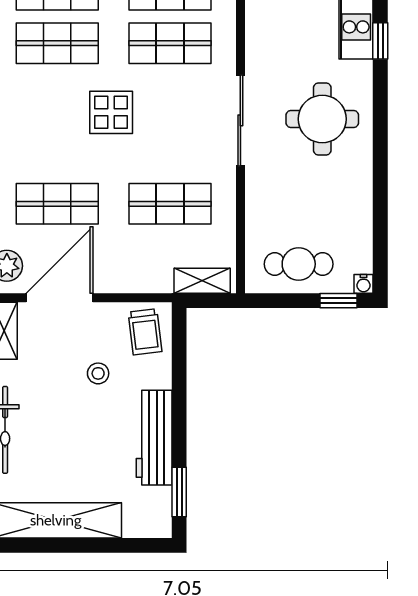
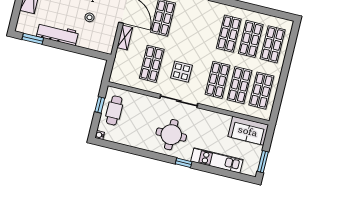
window: (380, 41) -> (184, 163), moved
display table: (111, 112) -> (181, 72), moved
shelving: (202, 281) -> (125, 37), moved
window: (339, 301) -> (100, 105), moved
trolley: (145, 332) -> (102, 41), removed

